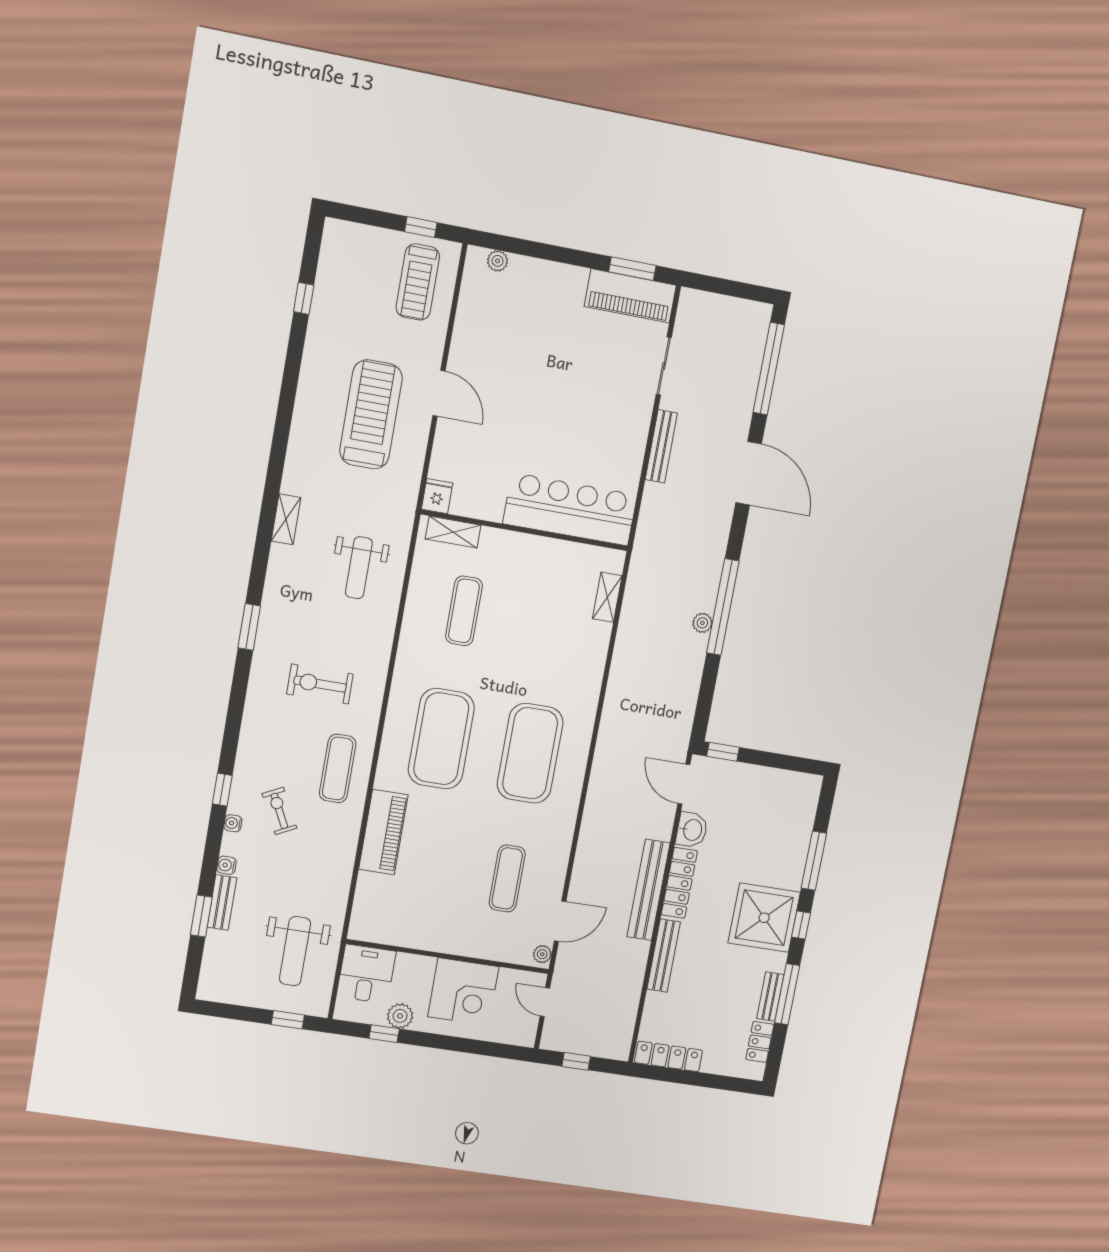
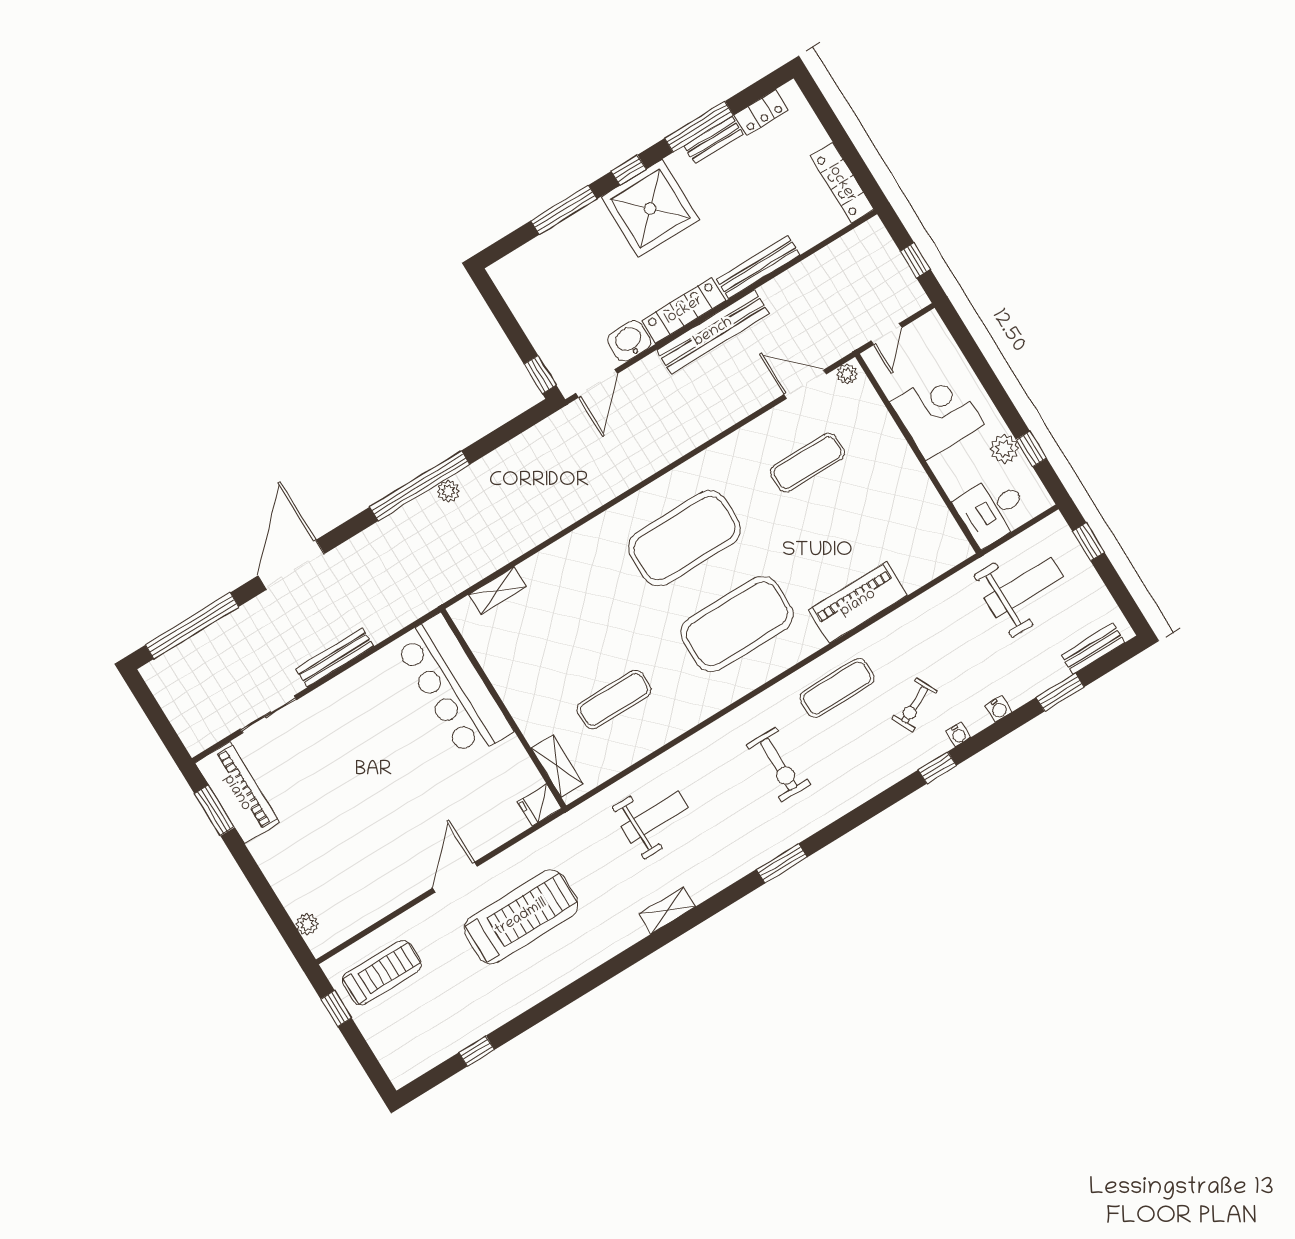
treadmill: (371, 414) -> (521, 917), turned 180
bench: (222, 902) -> (1093, 649), moved

